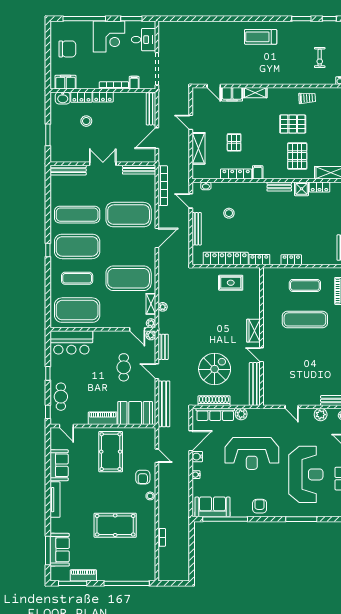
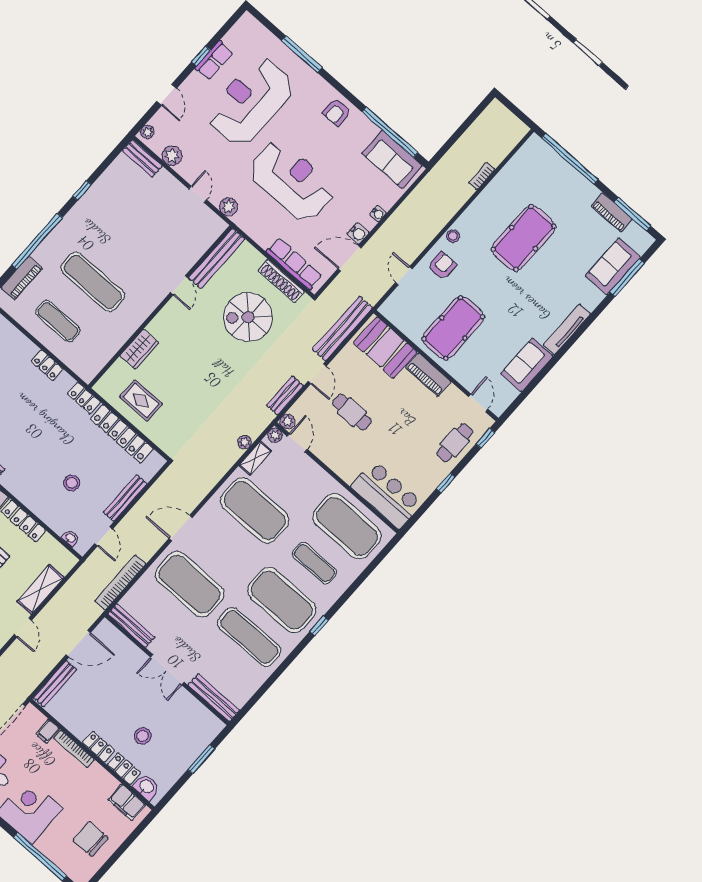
wardrobe: (254, 331) -> (139, 349), moved
cafe table: (124, 367) -> (352, 412), turned 90
plant: (241, 414) -> (229, 207), moved
pool table: (115, 525) -> (524, 238), turned 90

